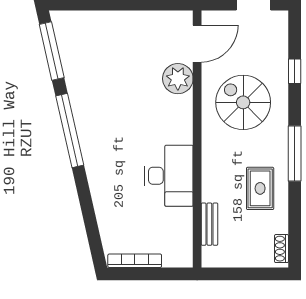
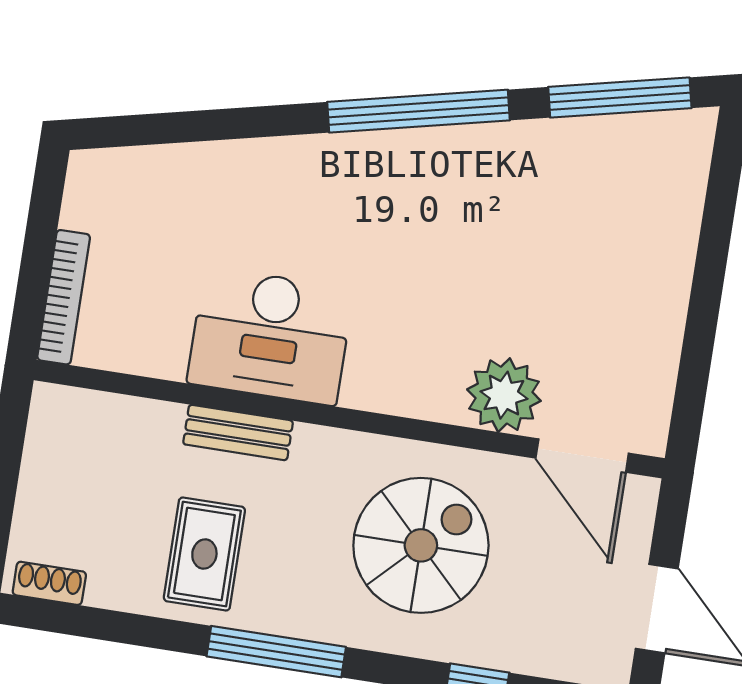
rug: (260, 188) -> (204, 554), turned 90
bench: (209, 224) -> (238, 432), moved
bookcase: (135, 261) -> (64, 297), moved

